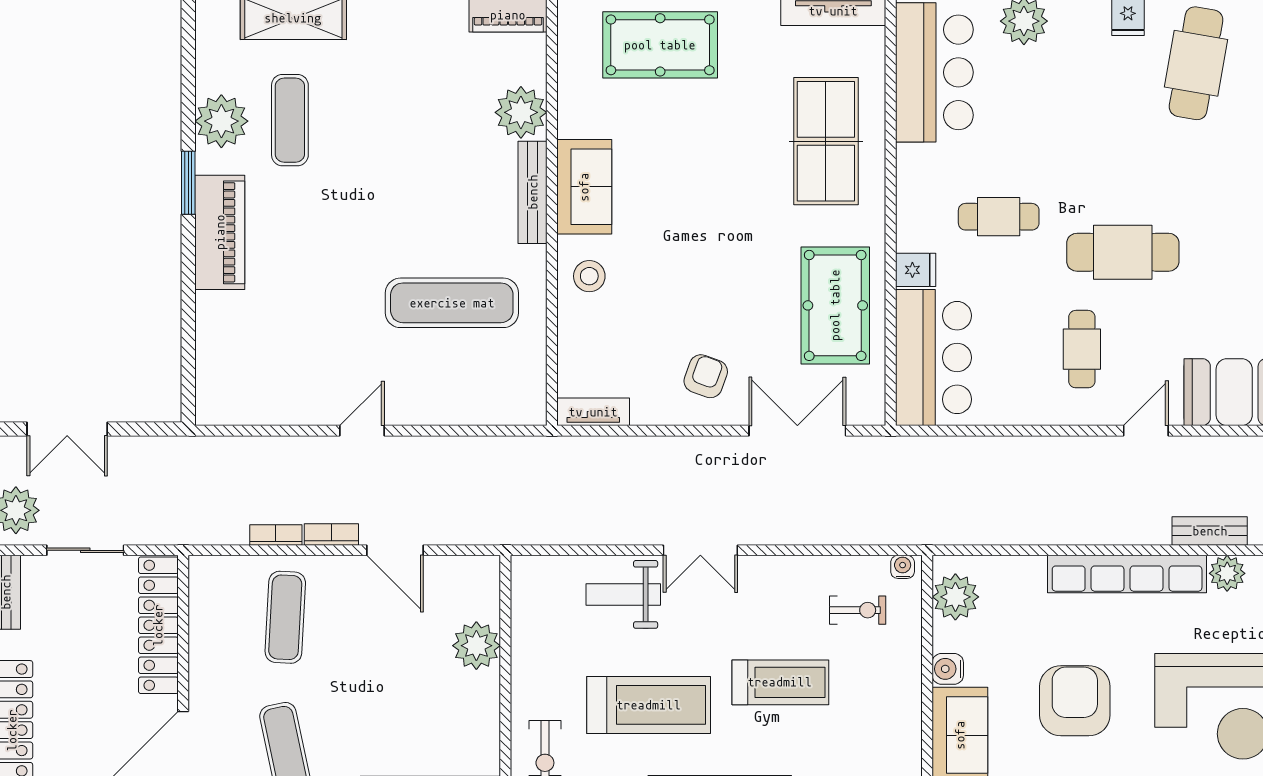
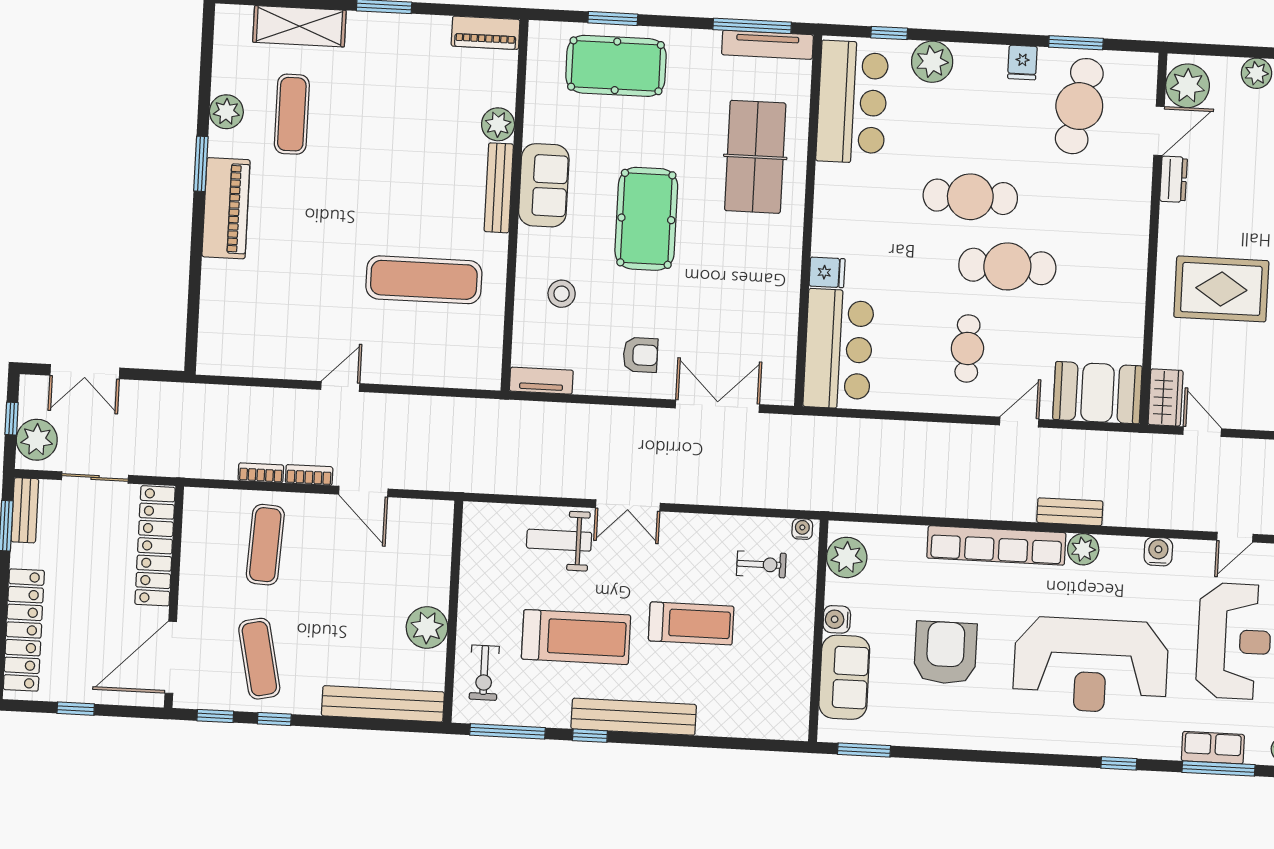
plant: (521, 112) -> (498, 124), width x0.73, depth x0.73
plant: (221, 121) -> (226, 112), width x0.73, depth x0.73
cafe table: (999, 217) -> (970, 197), moved, width x1.37, depth x1.35
stool: (589, 276) -> (562, 294), moved
pool table: (835, 305) -> (646, 219), moved
armchair: (706, 376) -> (640, 355), turned 70
plant: (476, 646) -> (427, 628), moved

